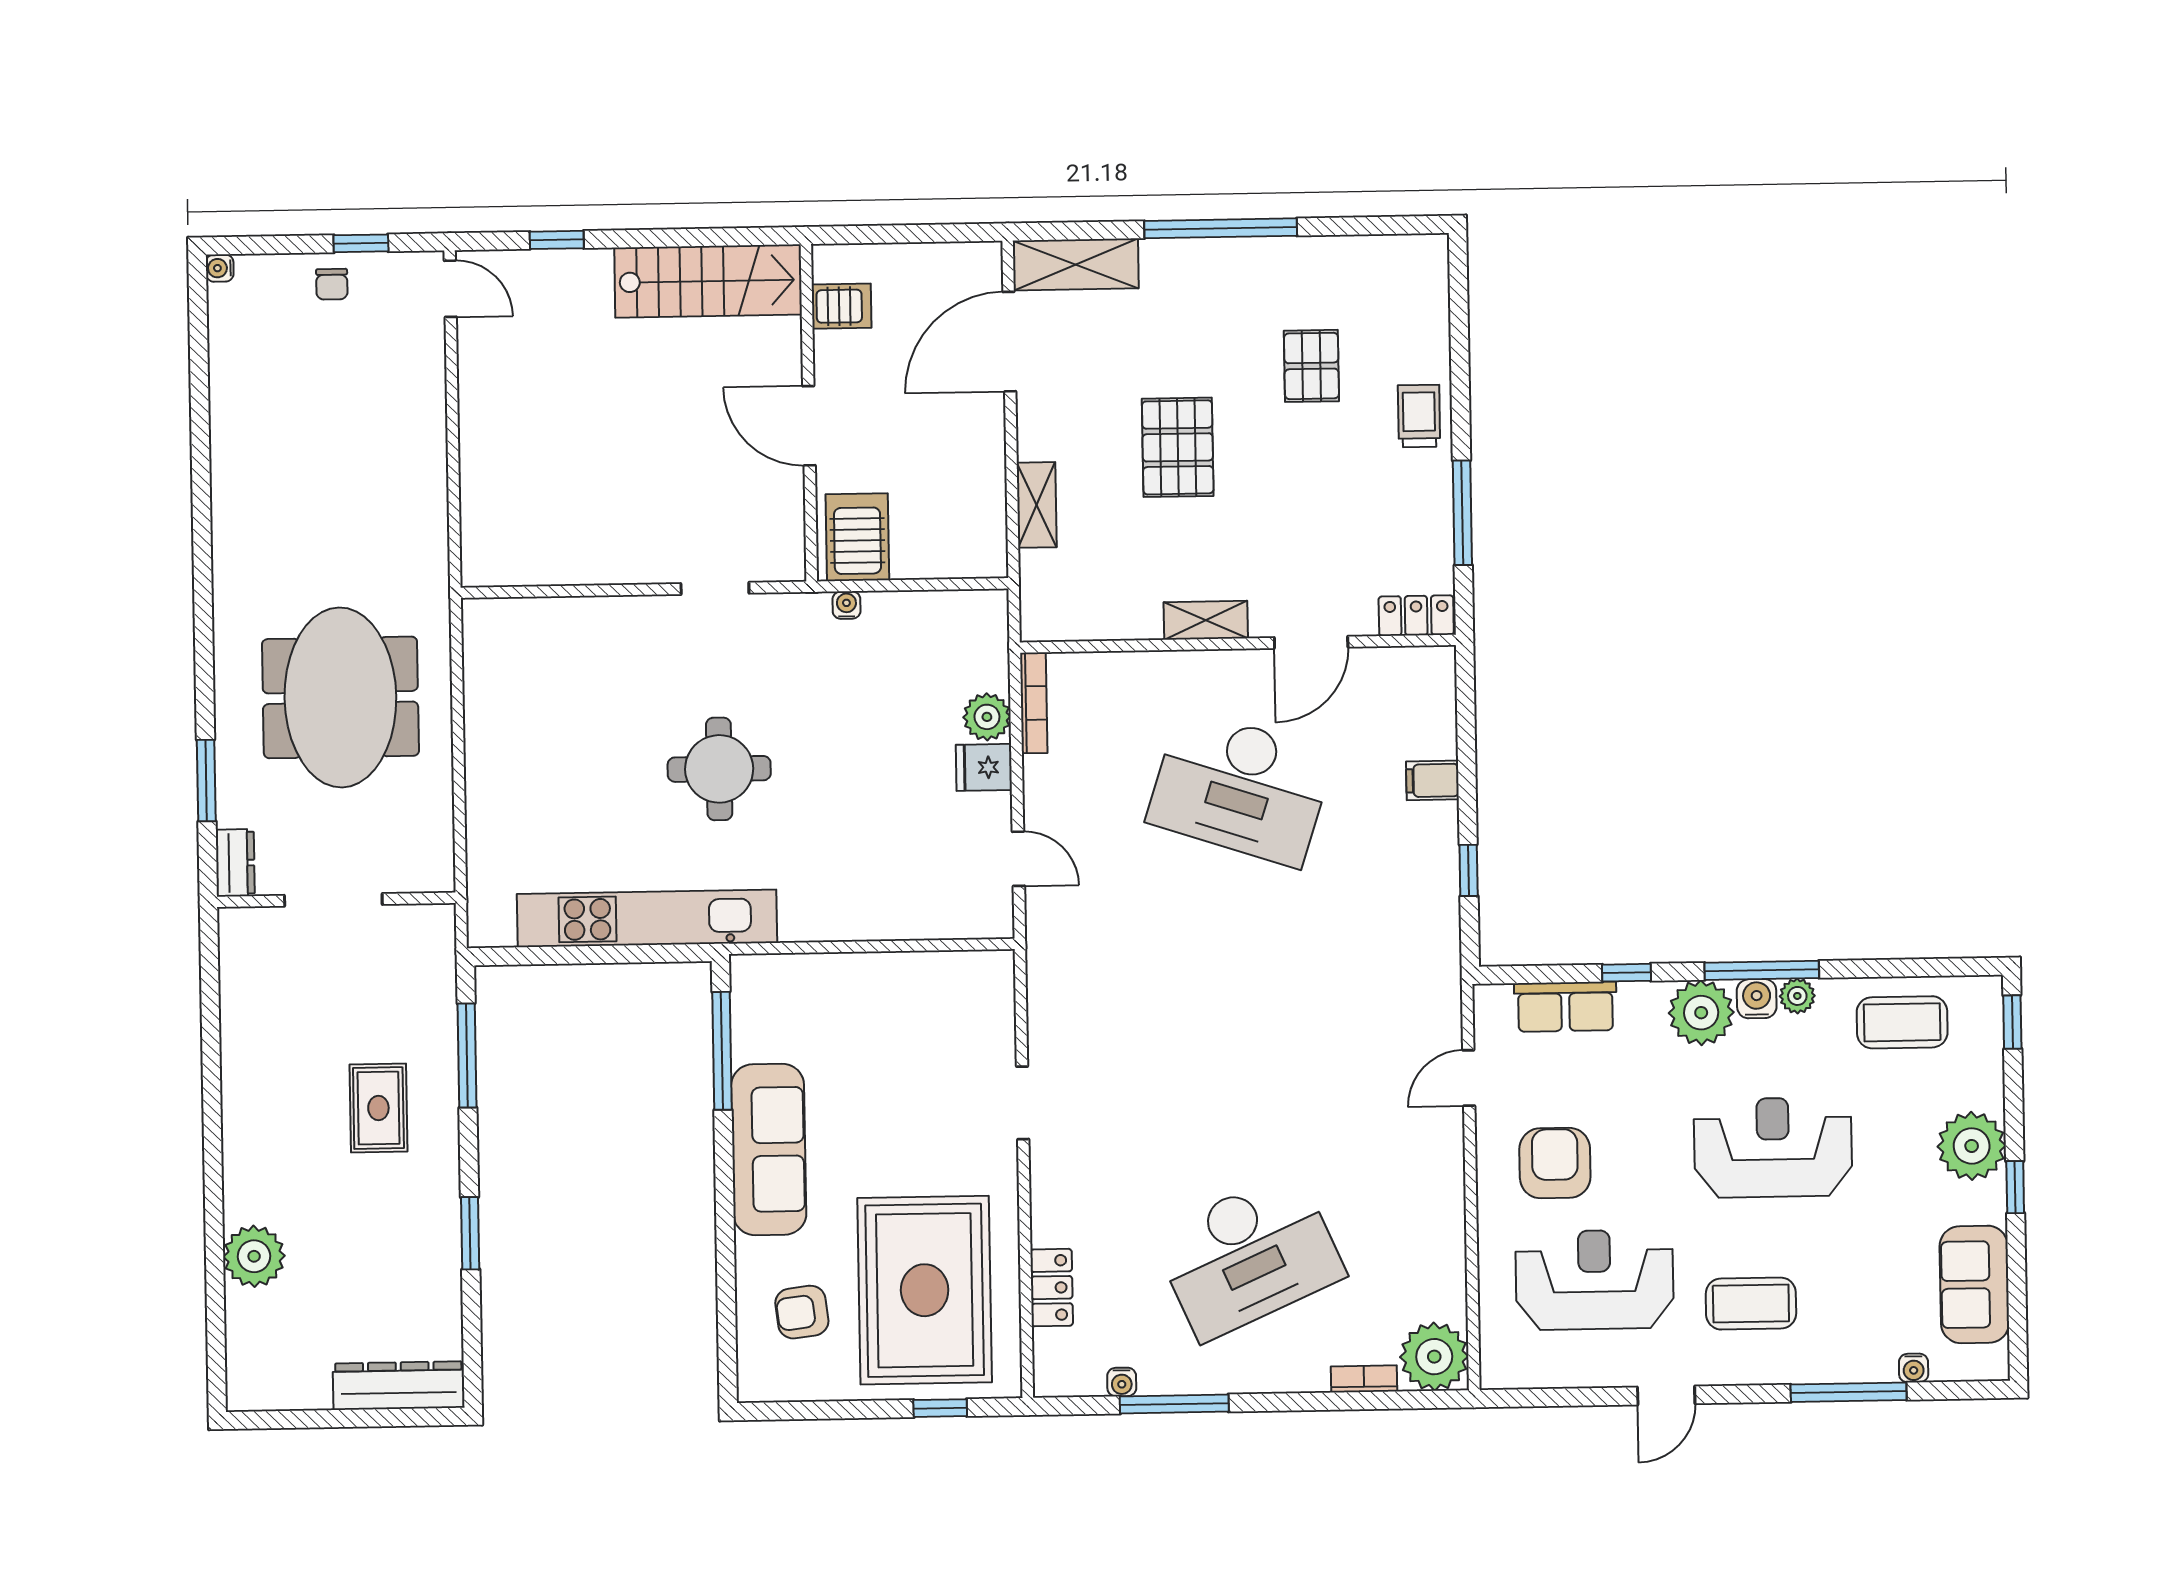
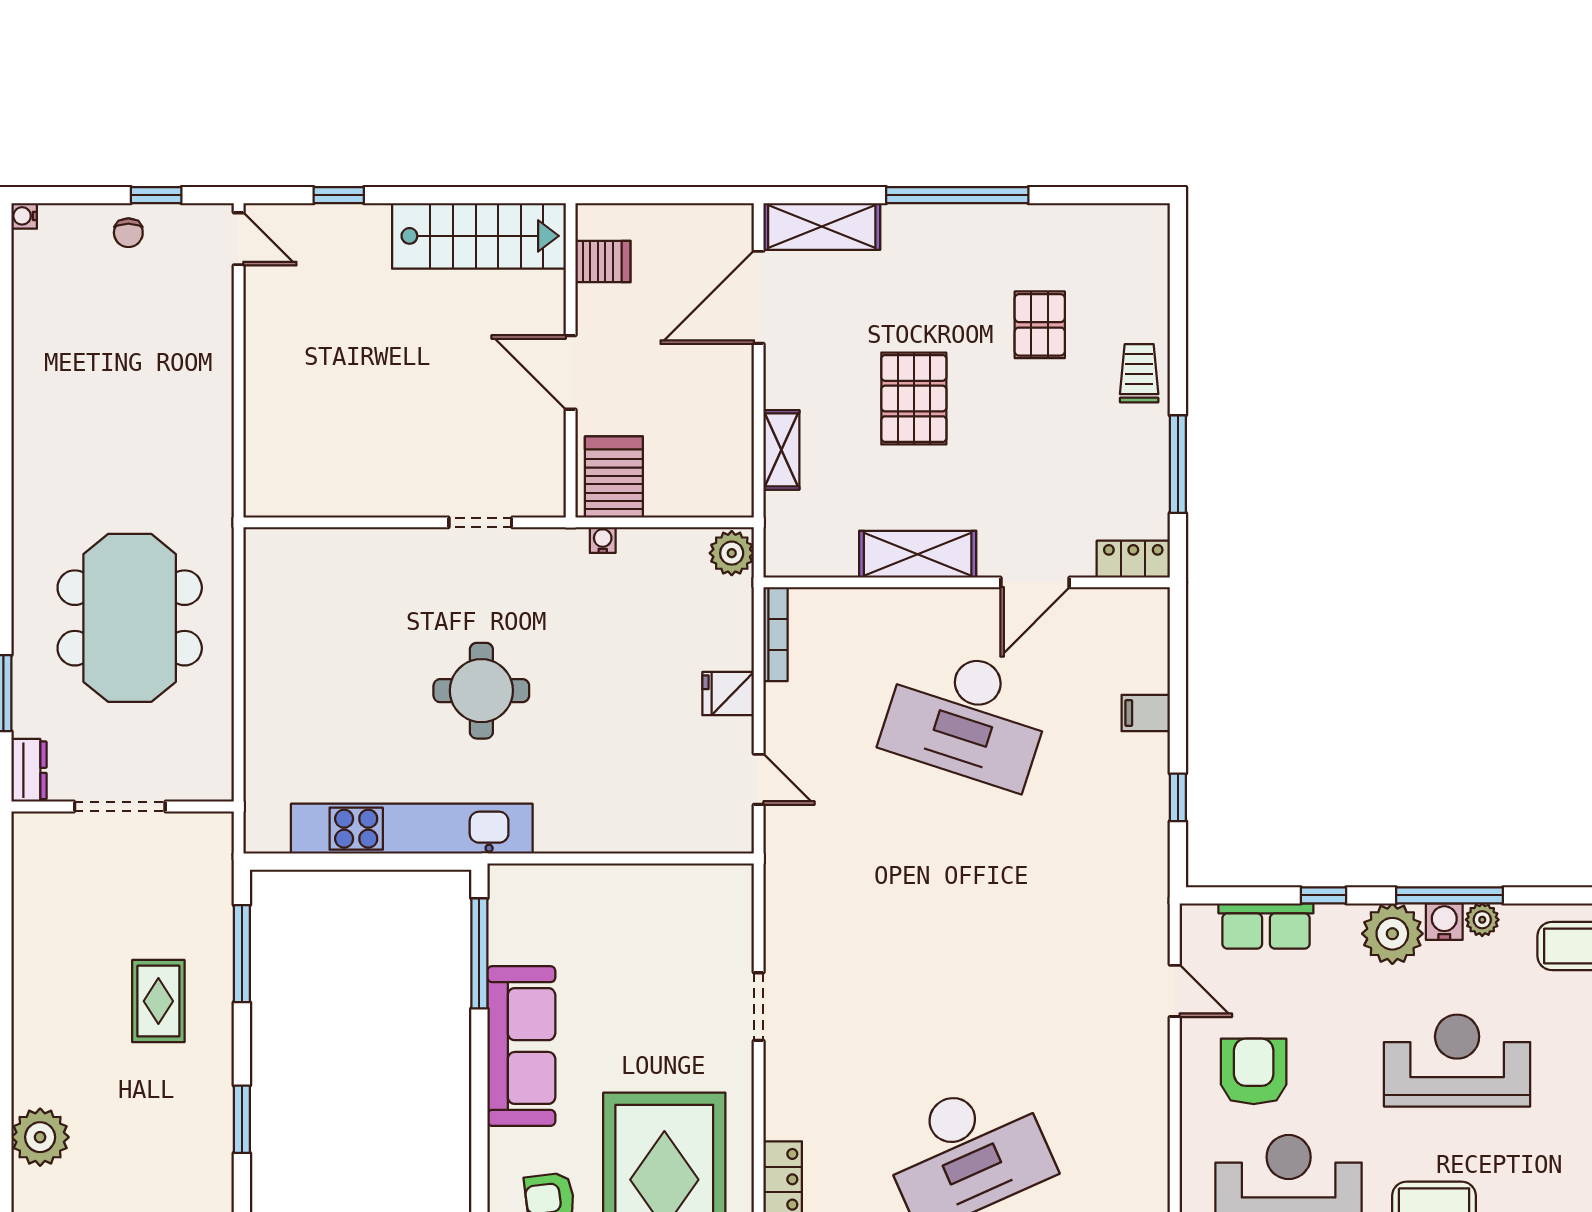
shelving: (1206, 620) -> (918, 554), width x1.50, depth x1.33
plant: (987, 717) -> (732, 553), moved
door: (1469, 1078) -> (1175, 991), swing flipped

